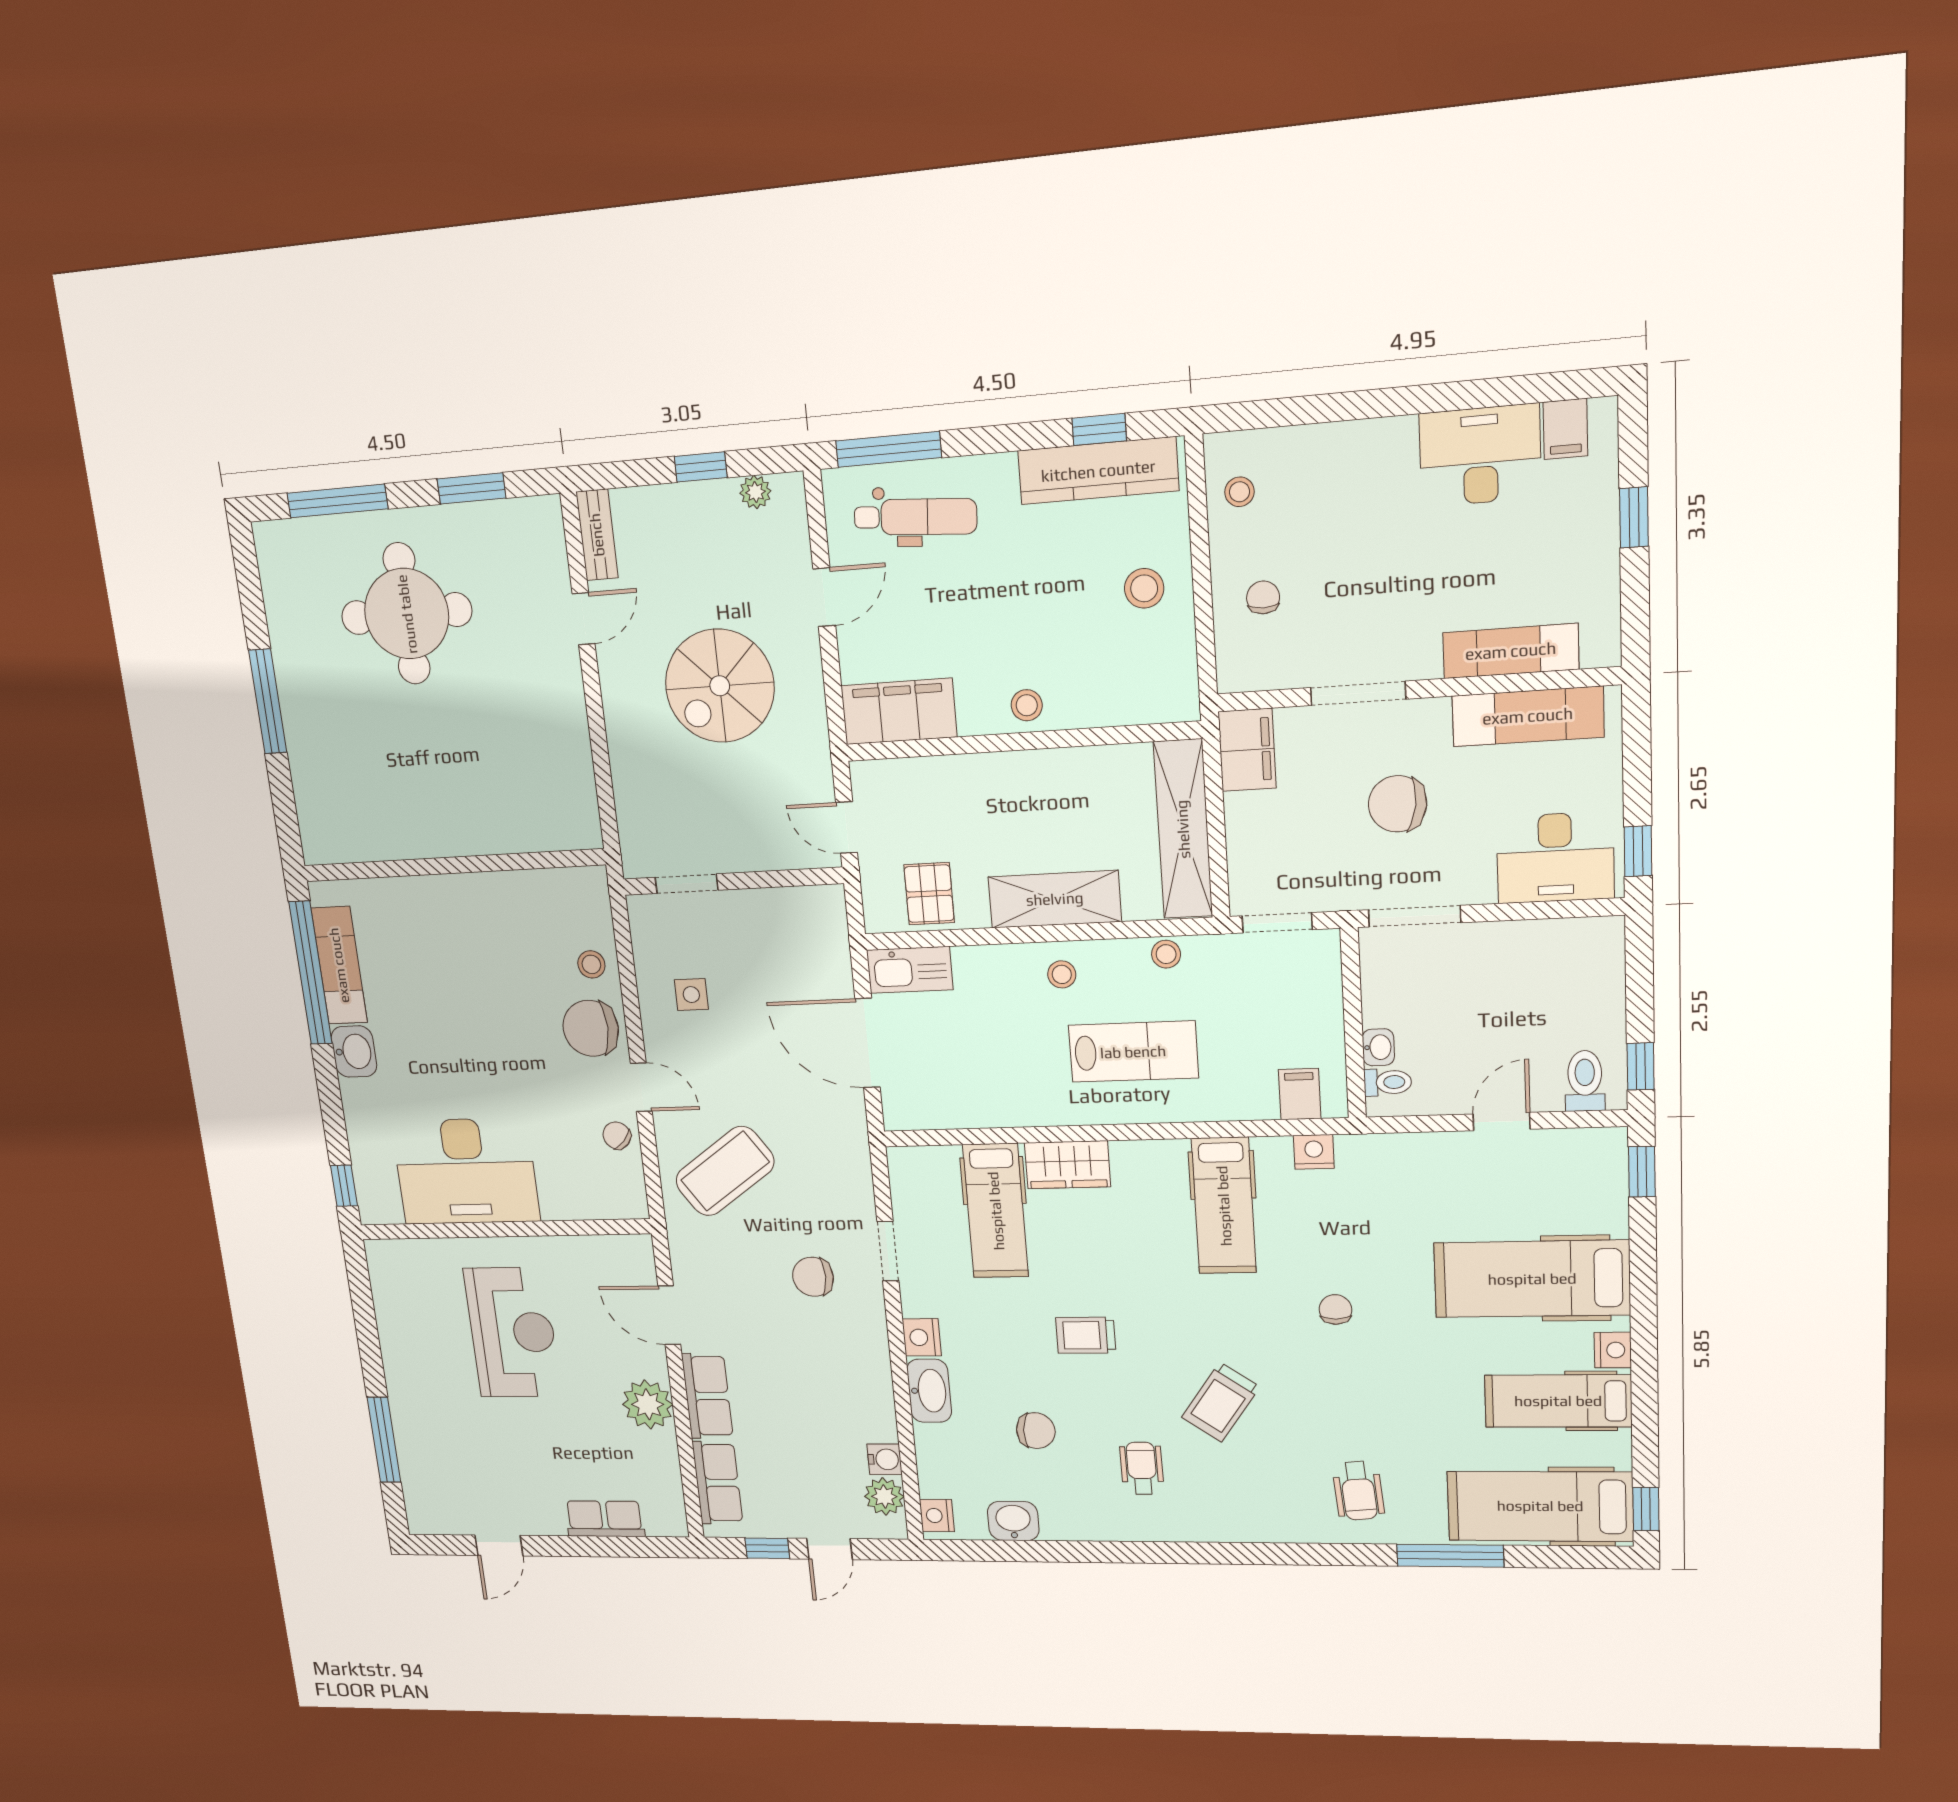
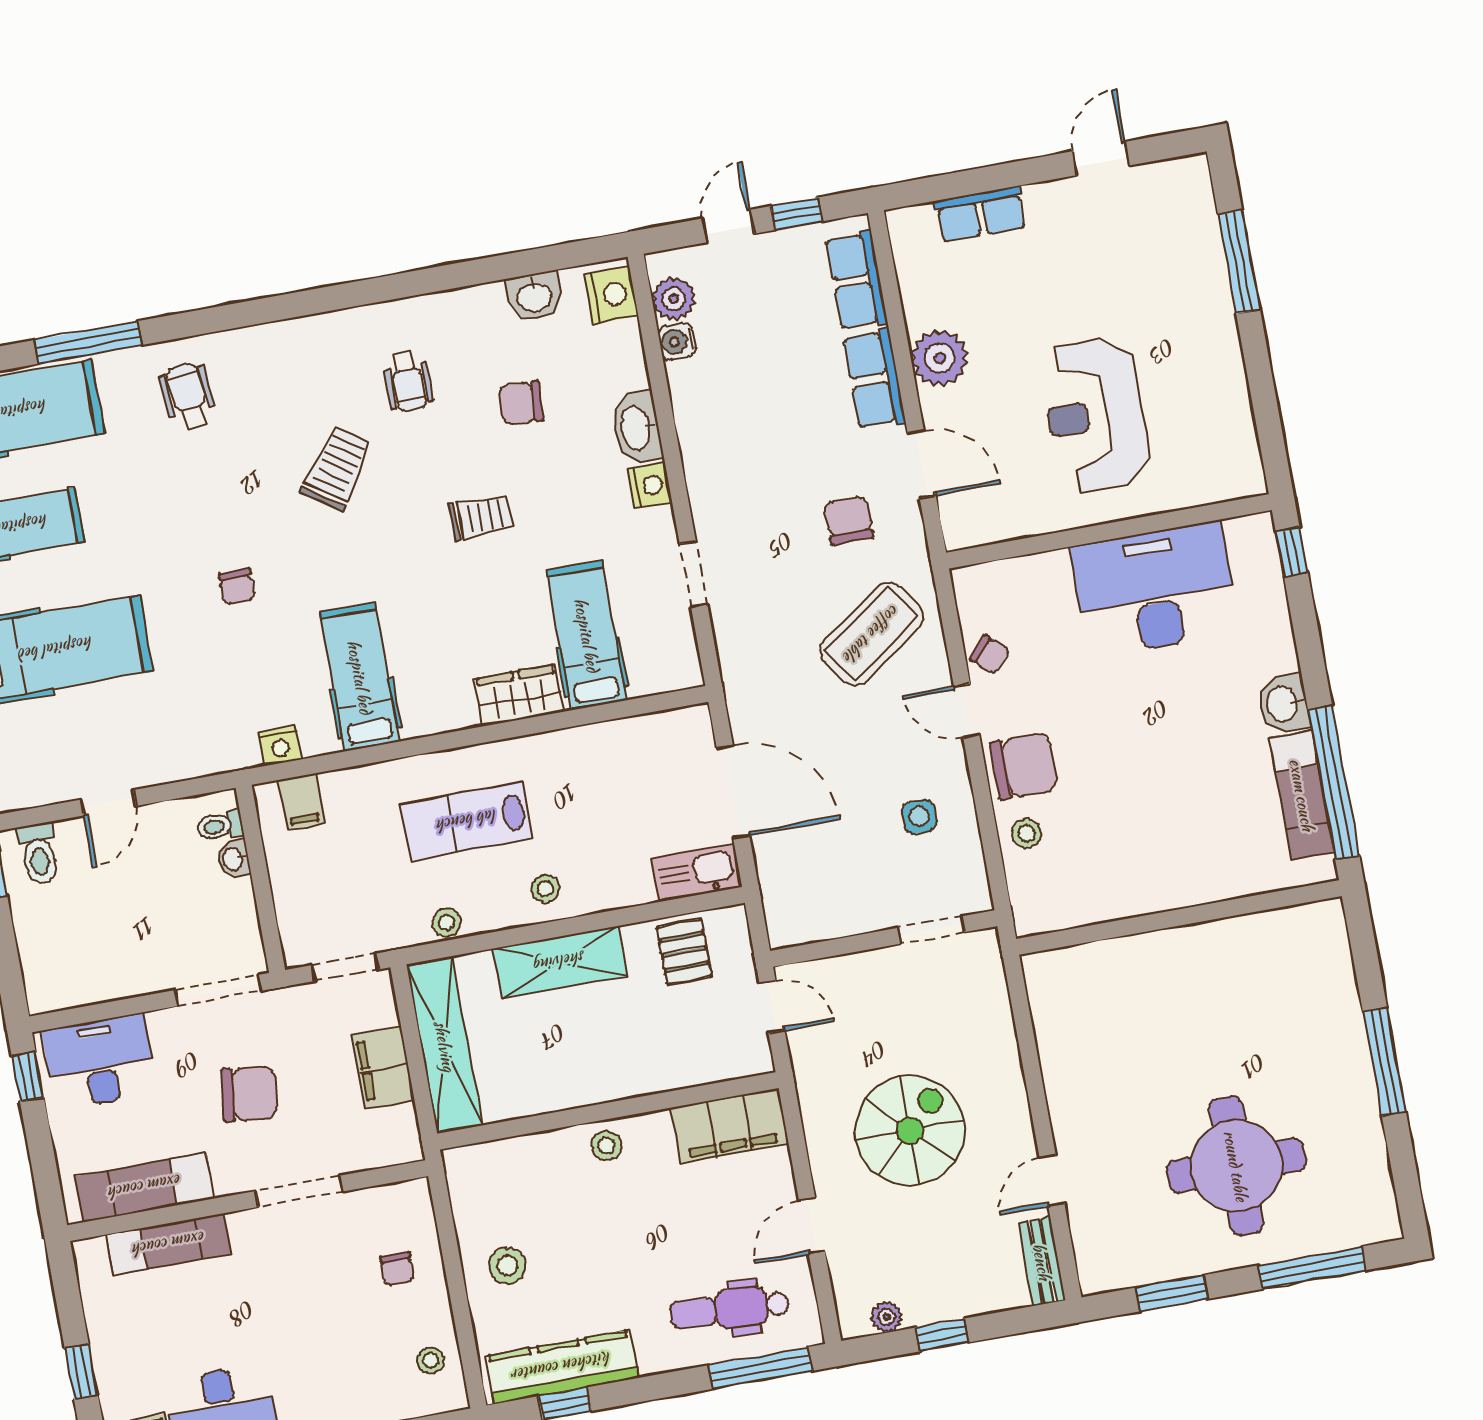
filing cabinet: (1247, 750) -> (383, 1068), moved
chair: (813, 1277) -> (849, 520), moved, turned -90
nightstand: (937, 1515) -> (611, 295), width x1.36, depth x1.33

